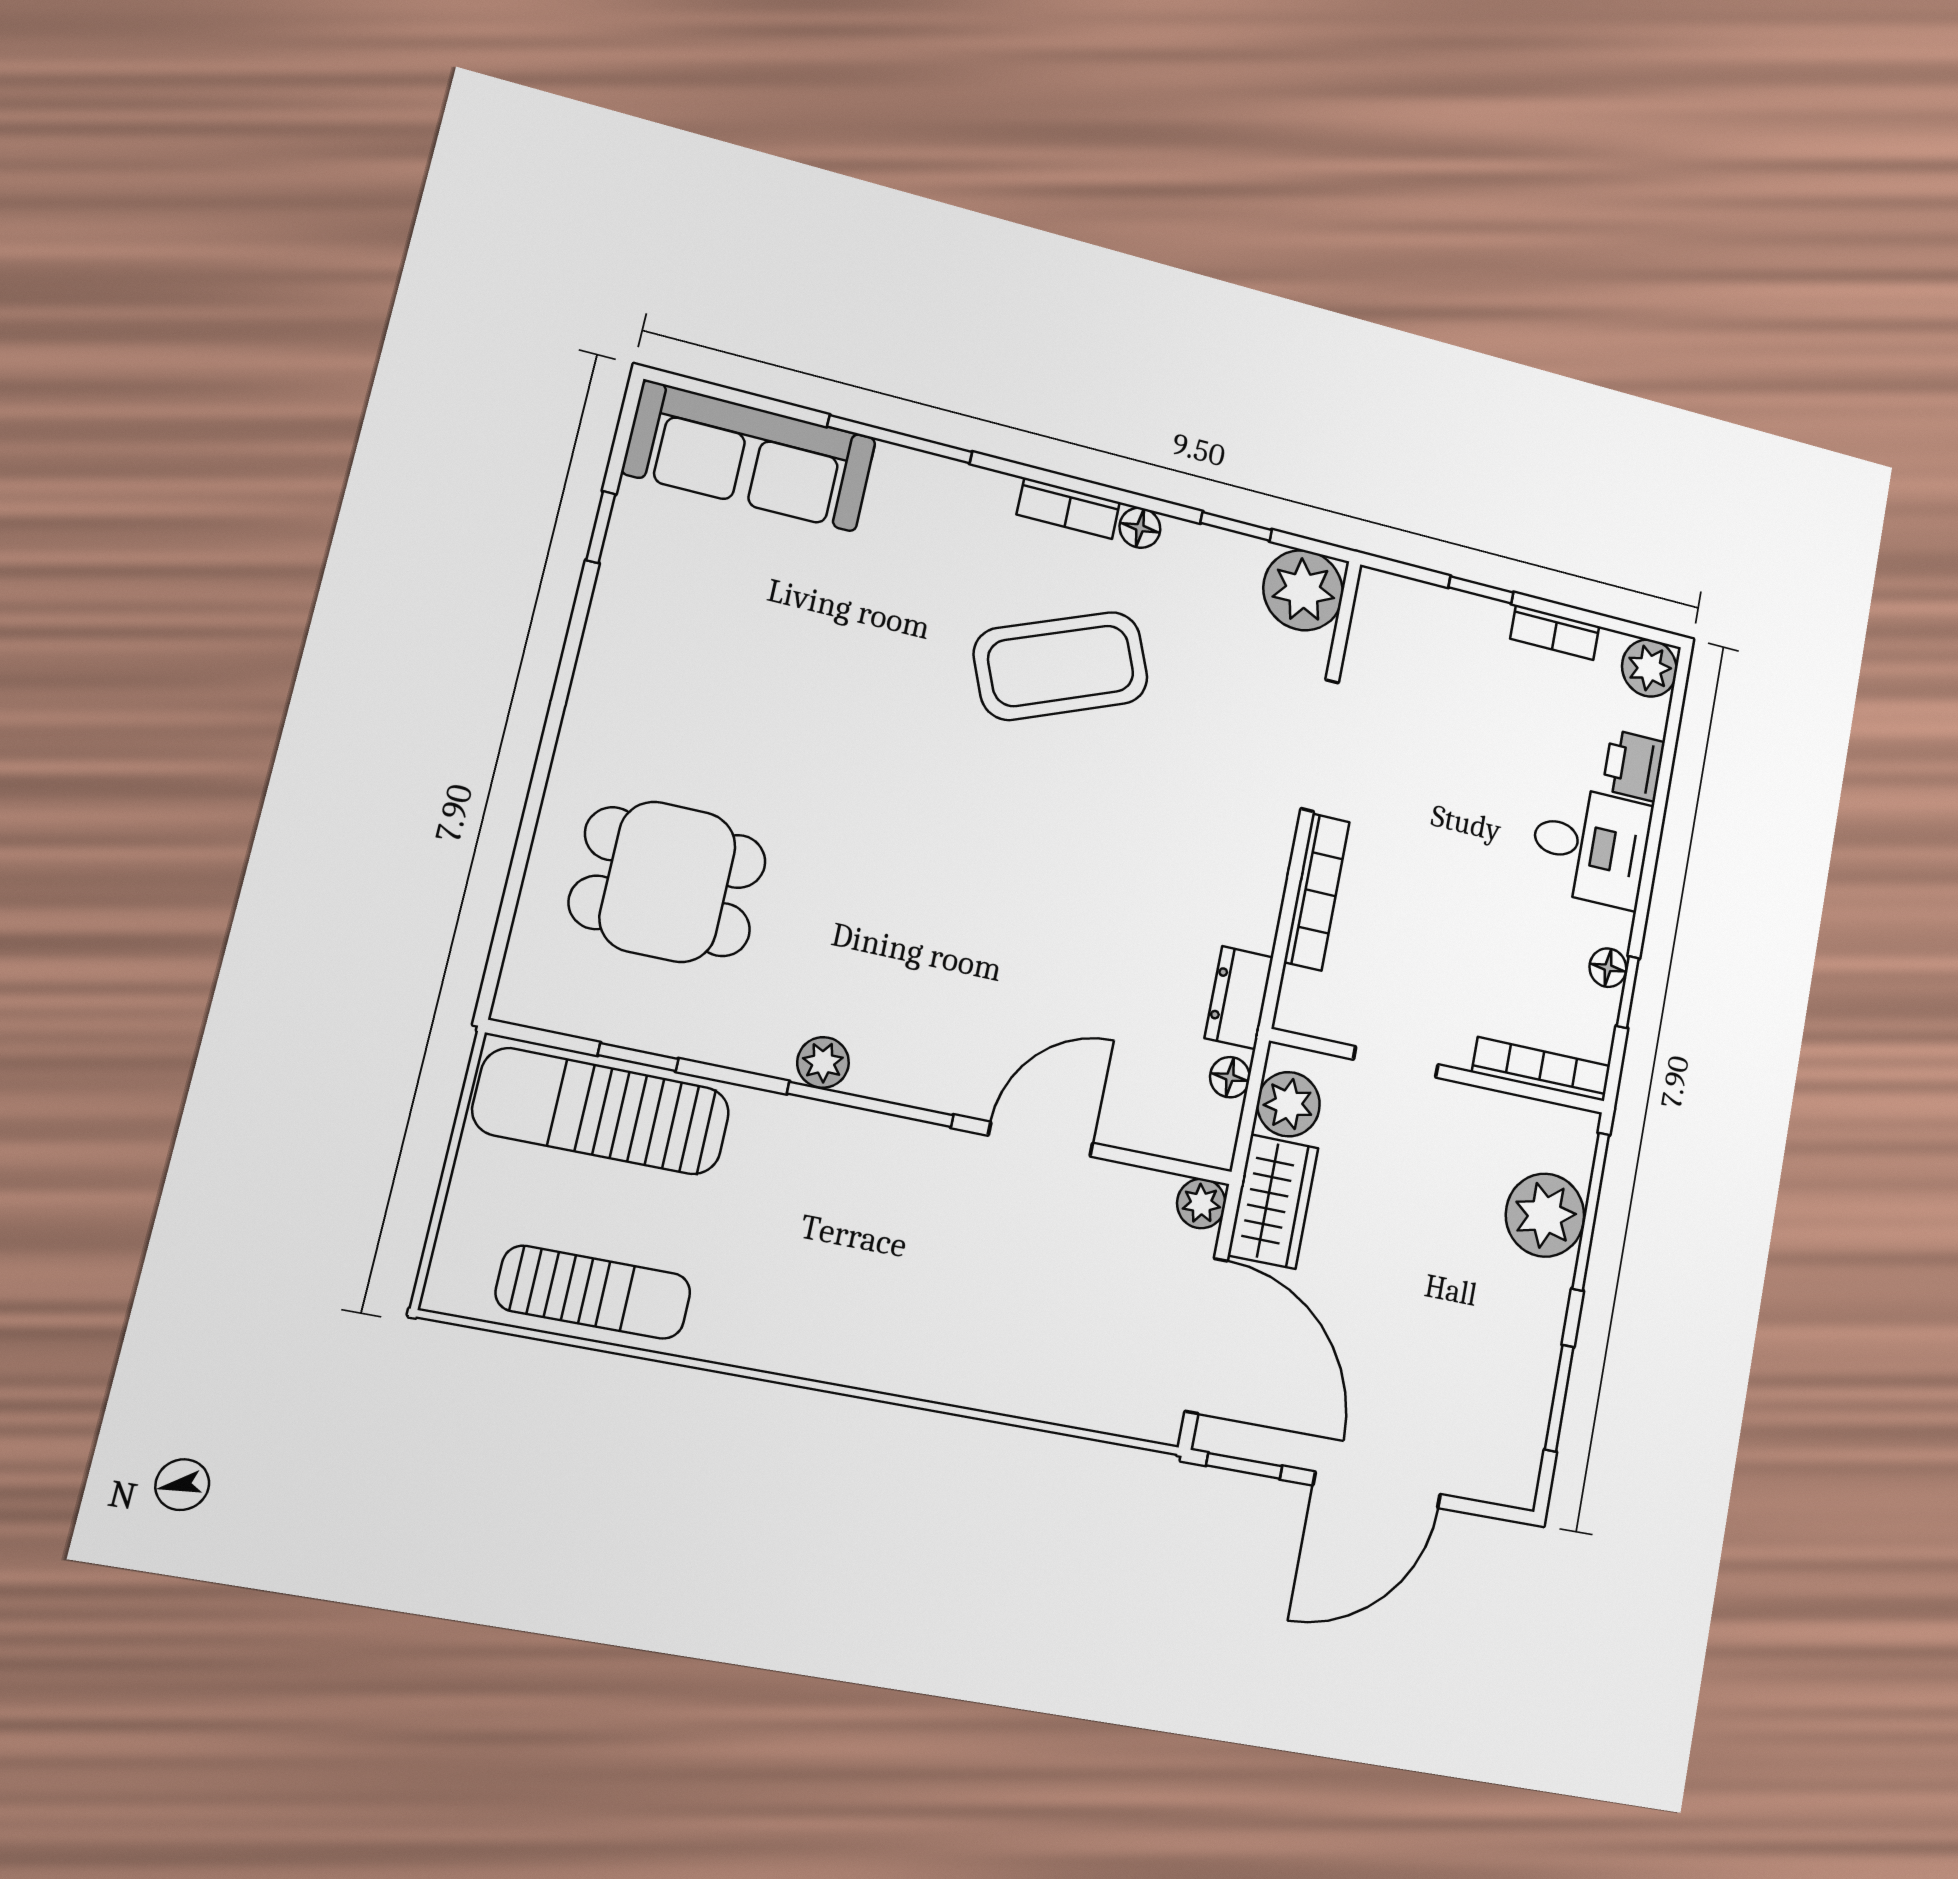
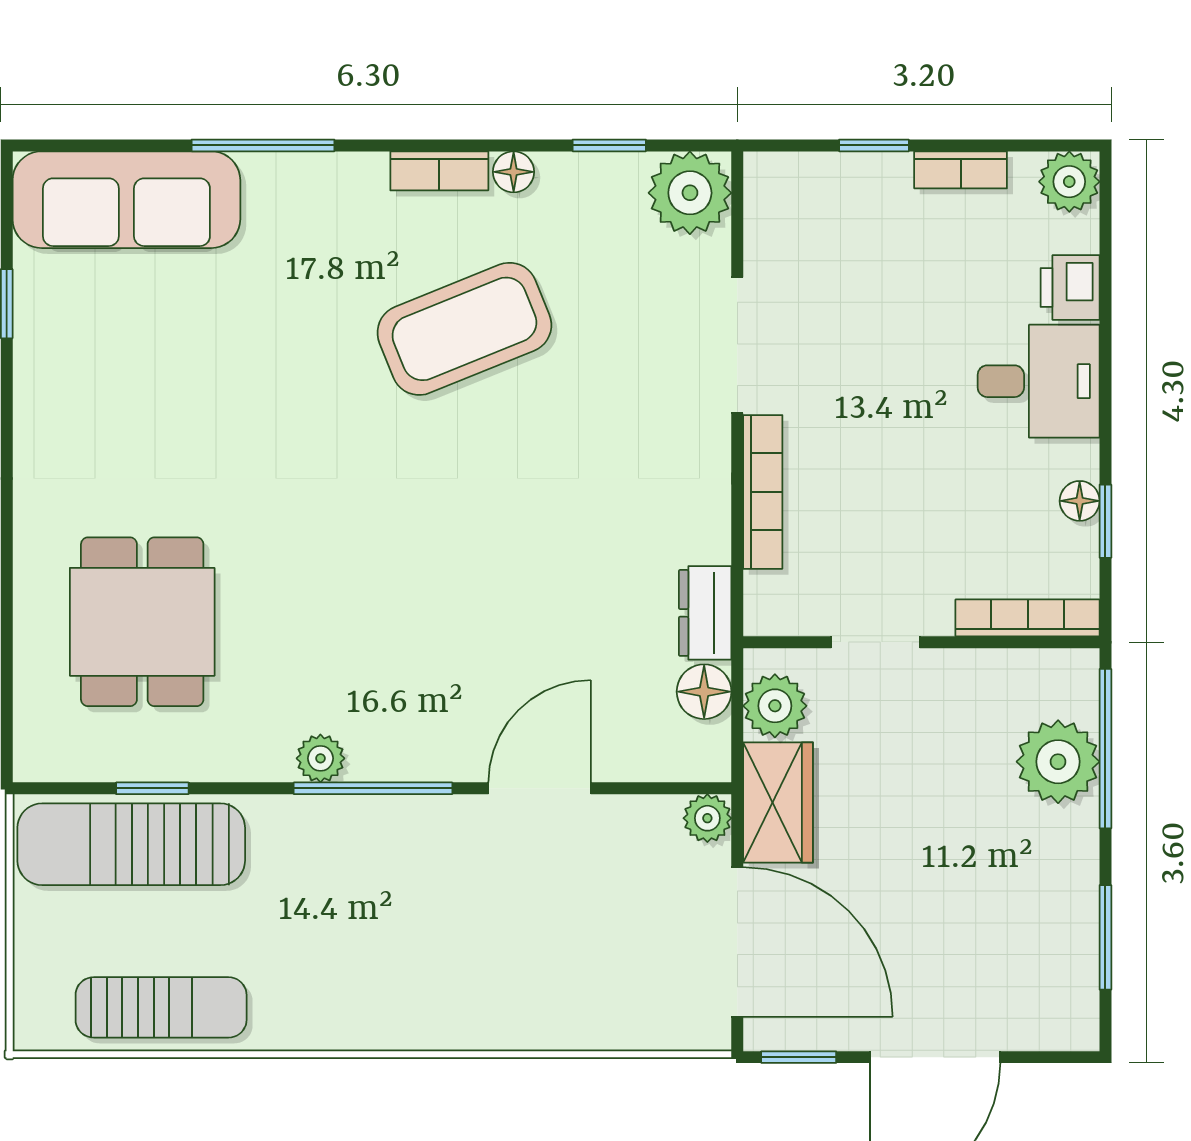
dining table: (668, 882) -> (142, 622), turned 90
floor lamp: (1230, 1077) -> (704, 692), width x1.37, depth x1.37

